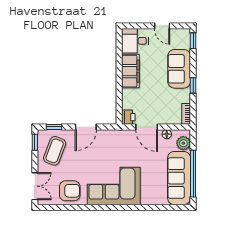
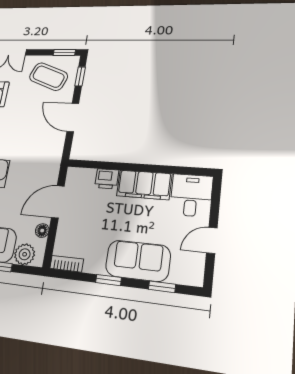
window: (193, 41) -> (162, 287), moved
printer: (128, 117) -> (107, 179), moved

